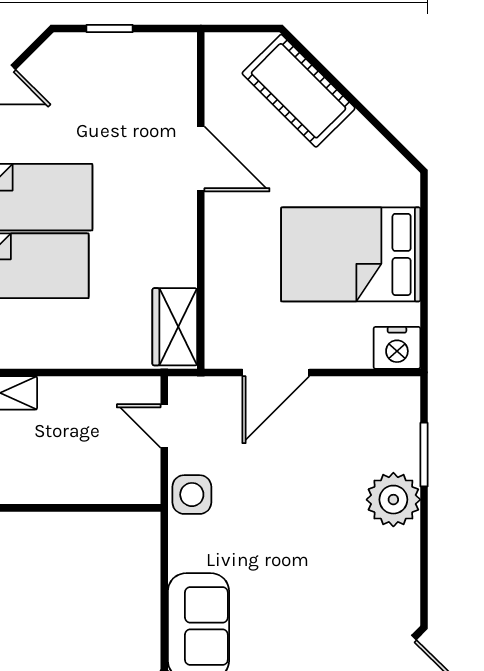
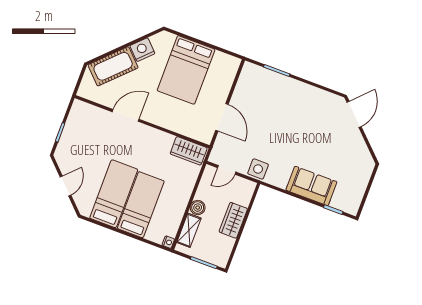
nightstand: (397, 348) -> (142, 50), moved, turned -135
boiler: (57, 393) -> (198, 208), added
wardrobe: (59, 482) -> (233, 220), added
plant: (393, 500) -> (290, 89), removed

